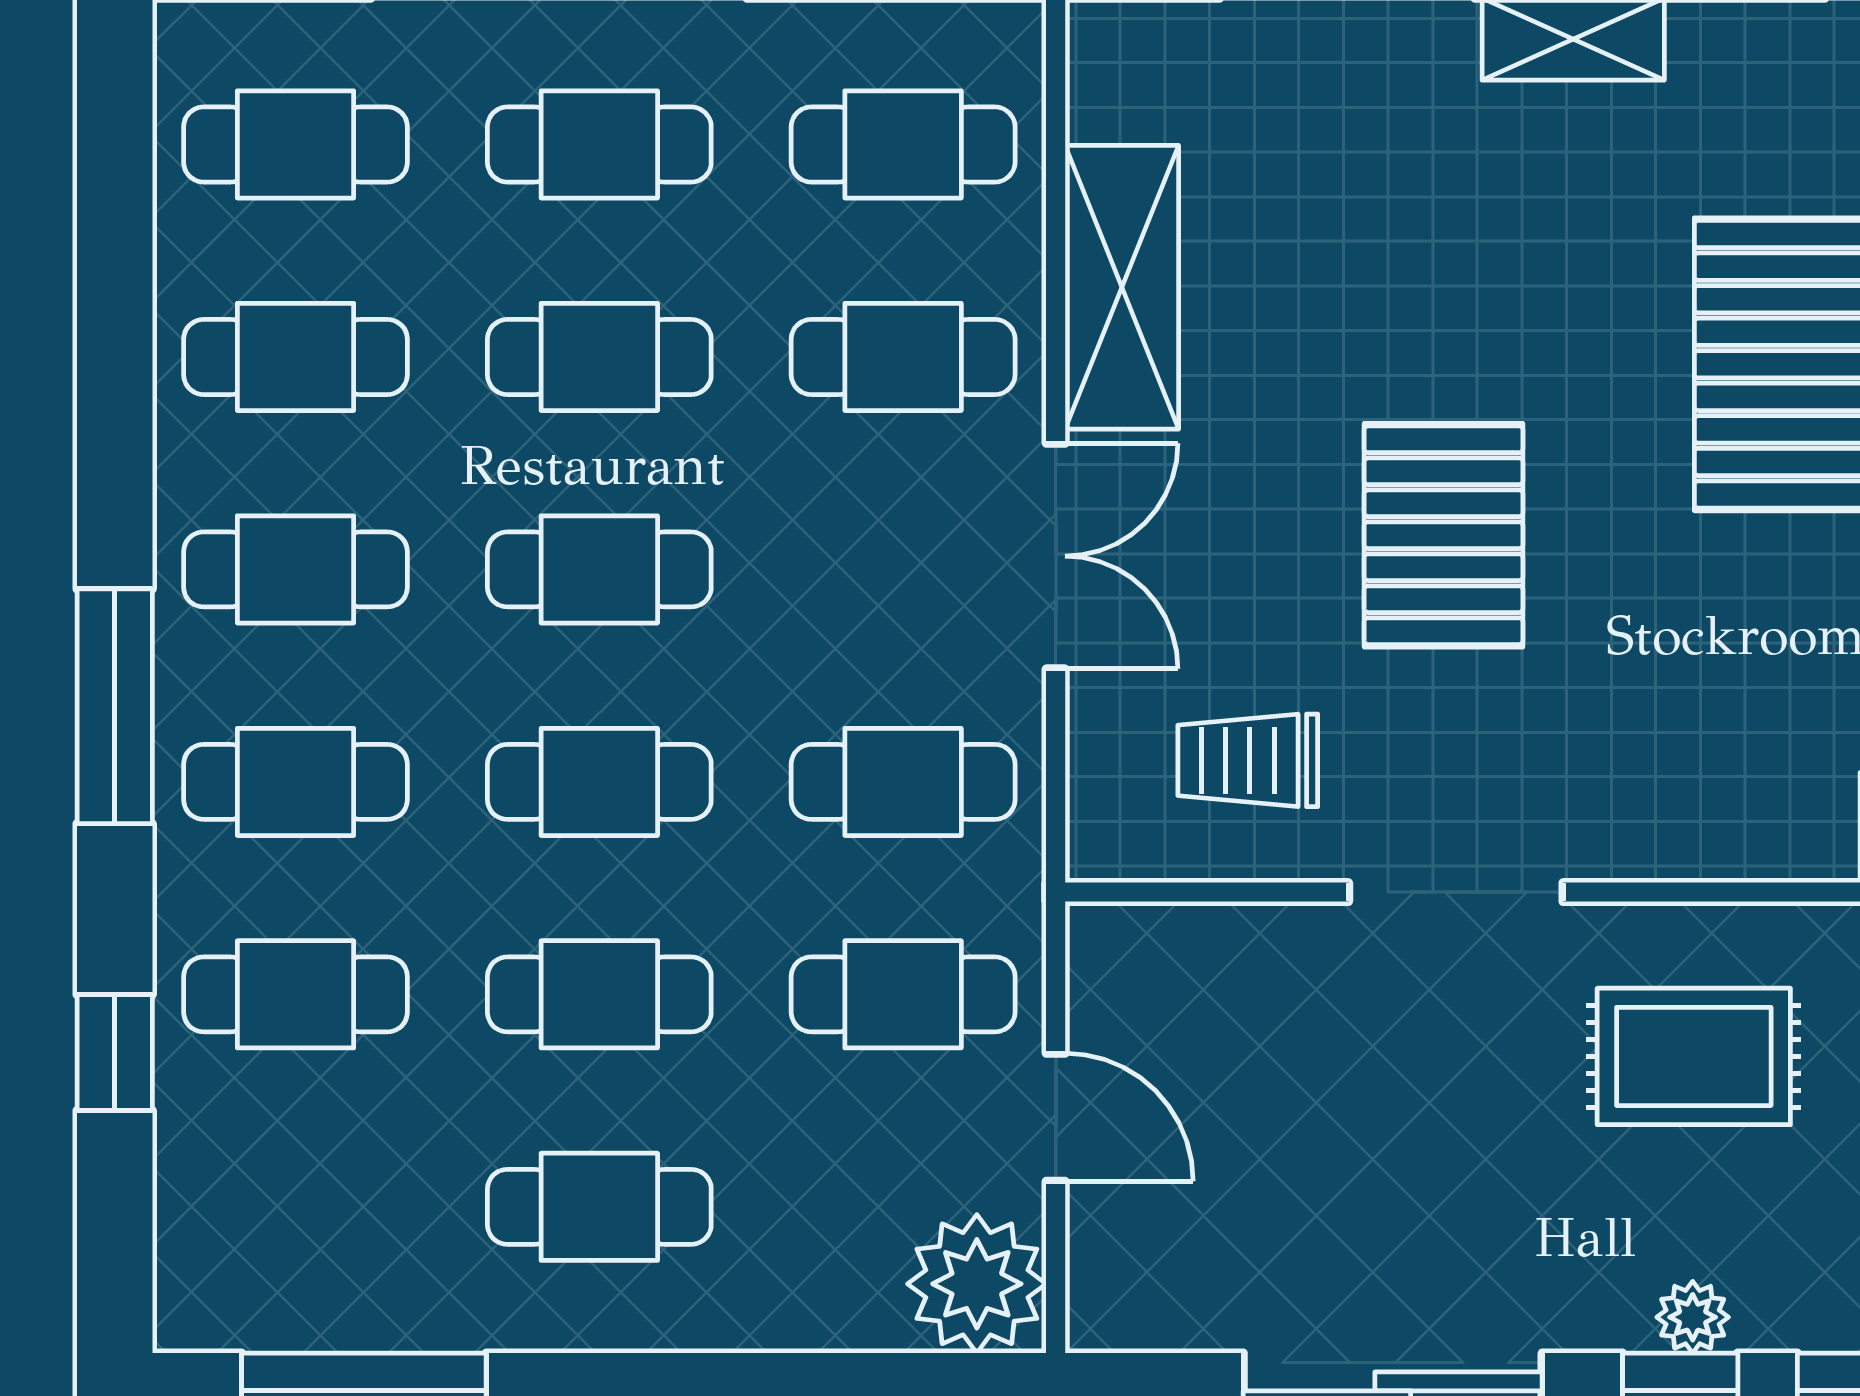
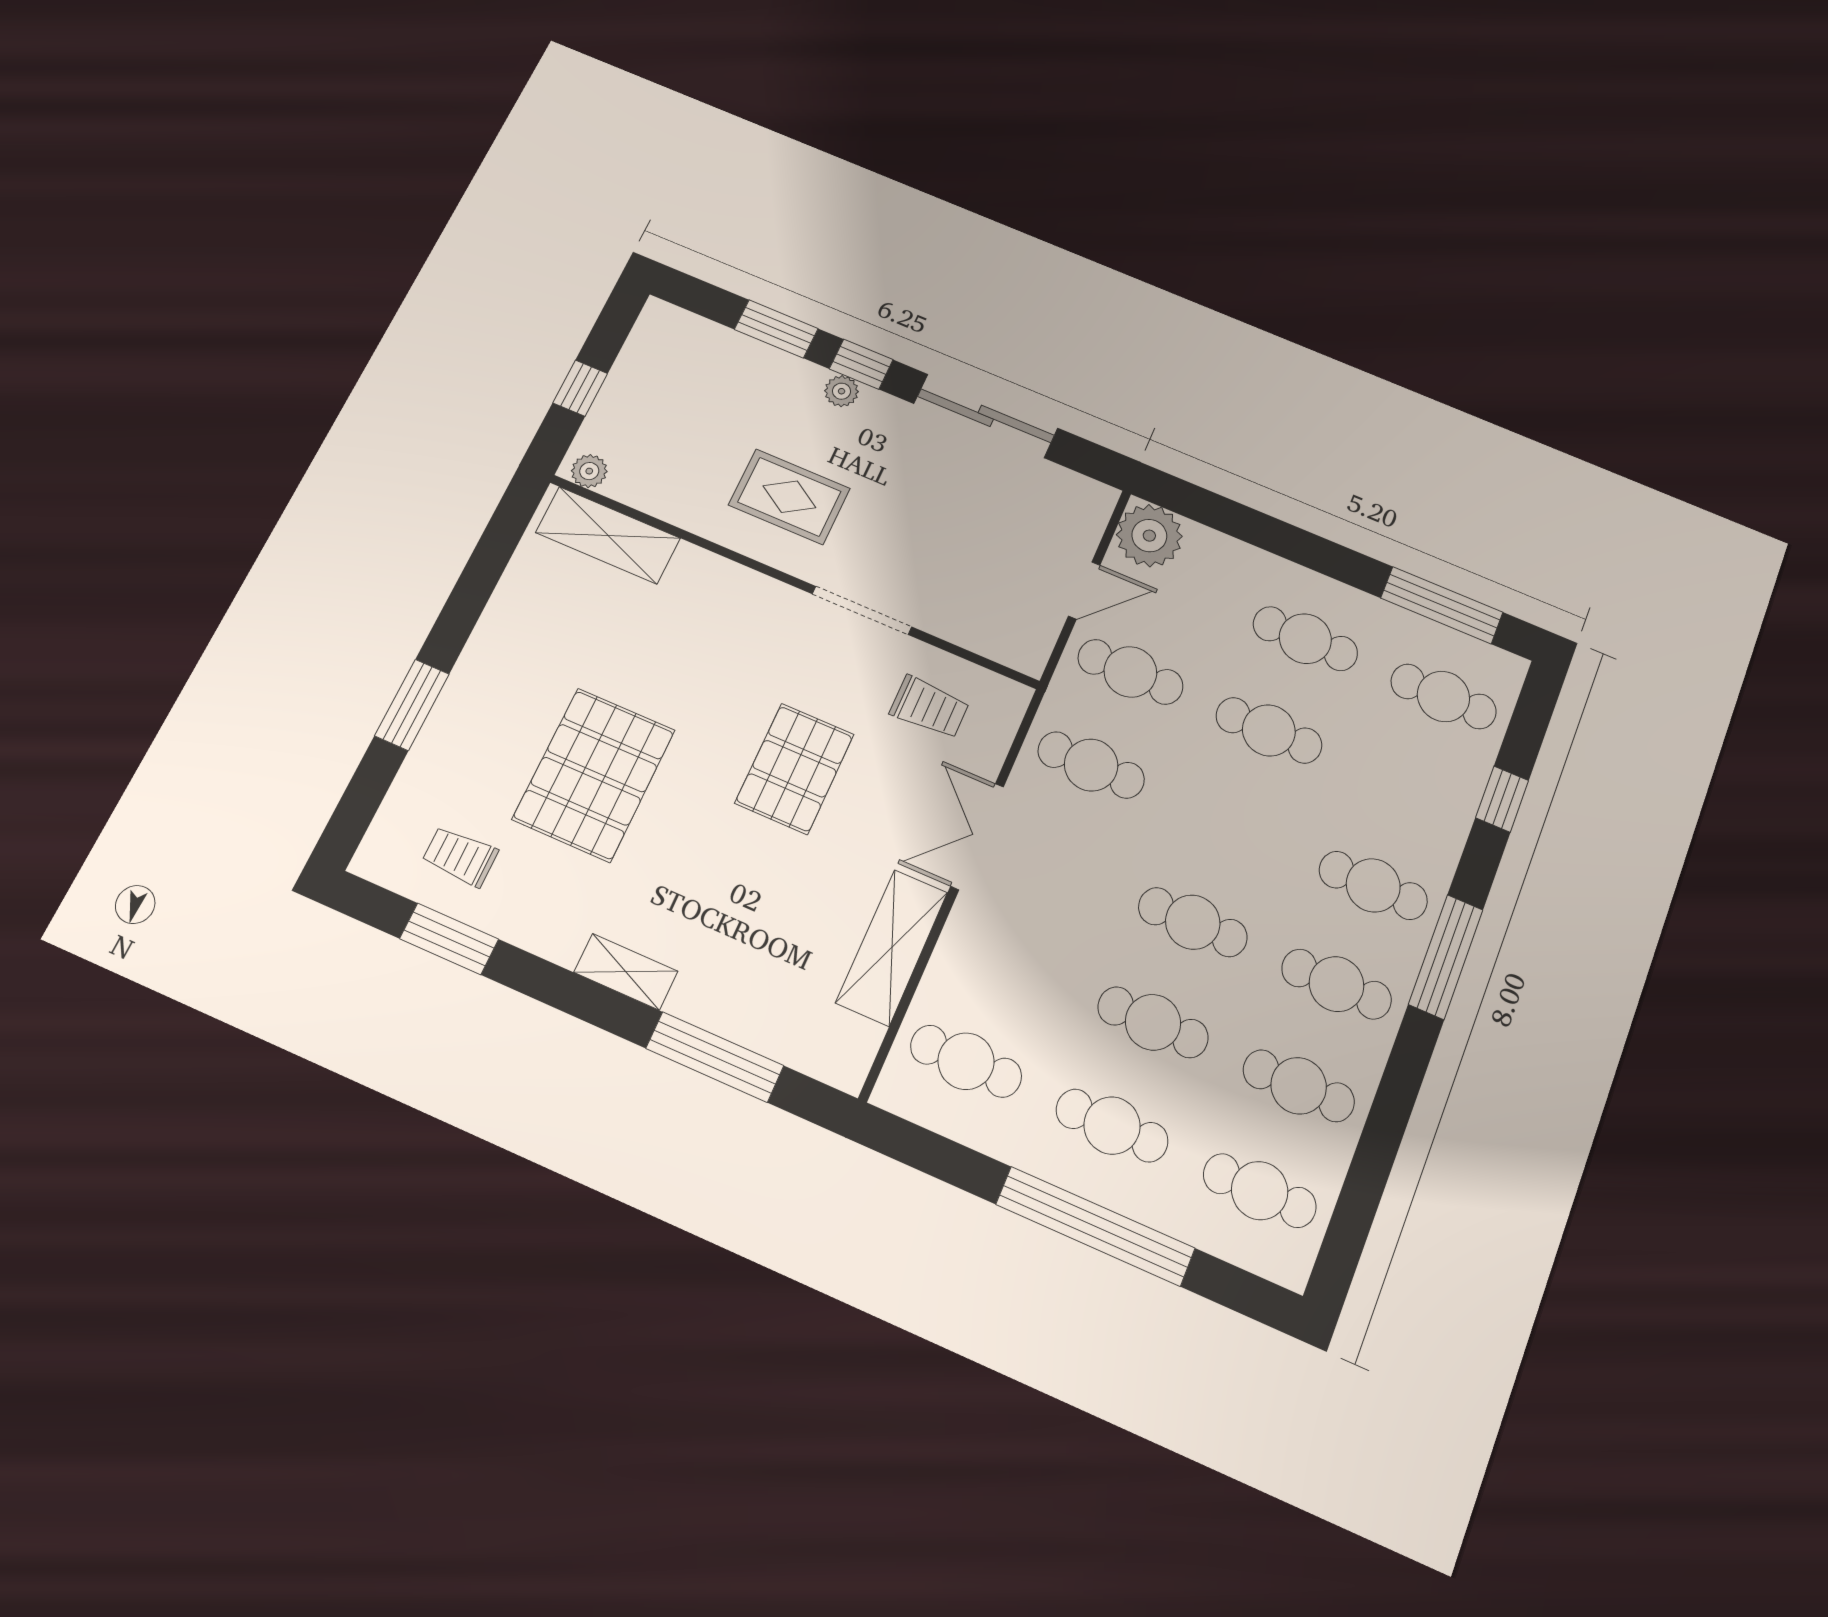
cafe table: (903, 357) -> (1009, 960), removed
cafe table: (599, 782) -> (1231, 825), removed
cafe table: (295, 994) -> (1443, 696), moved
door: (1056, 1117) -> (1084, 590), swing flipped

